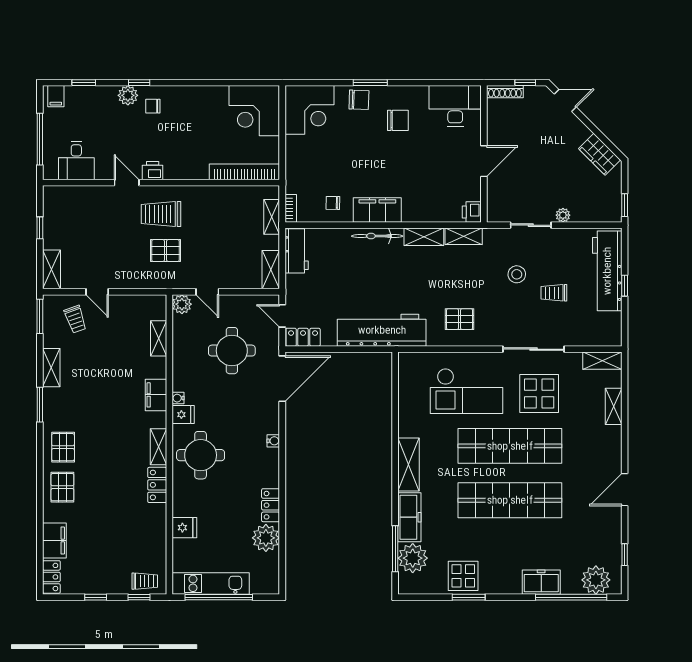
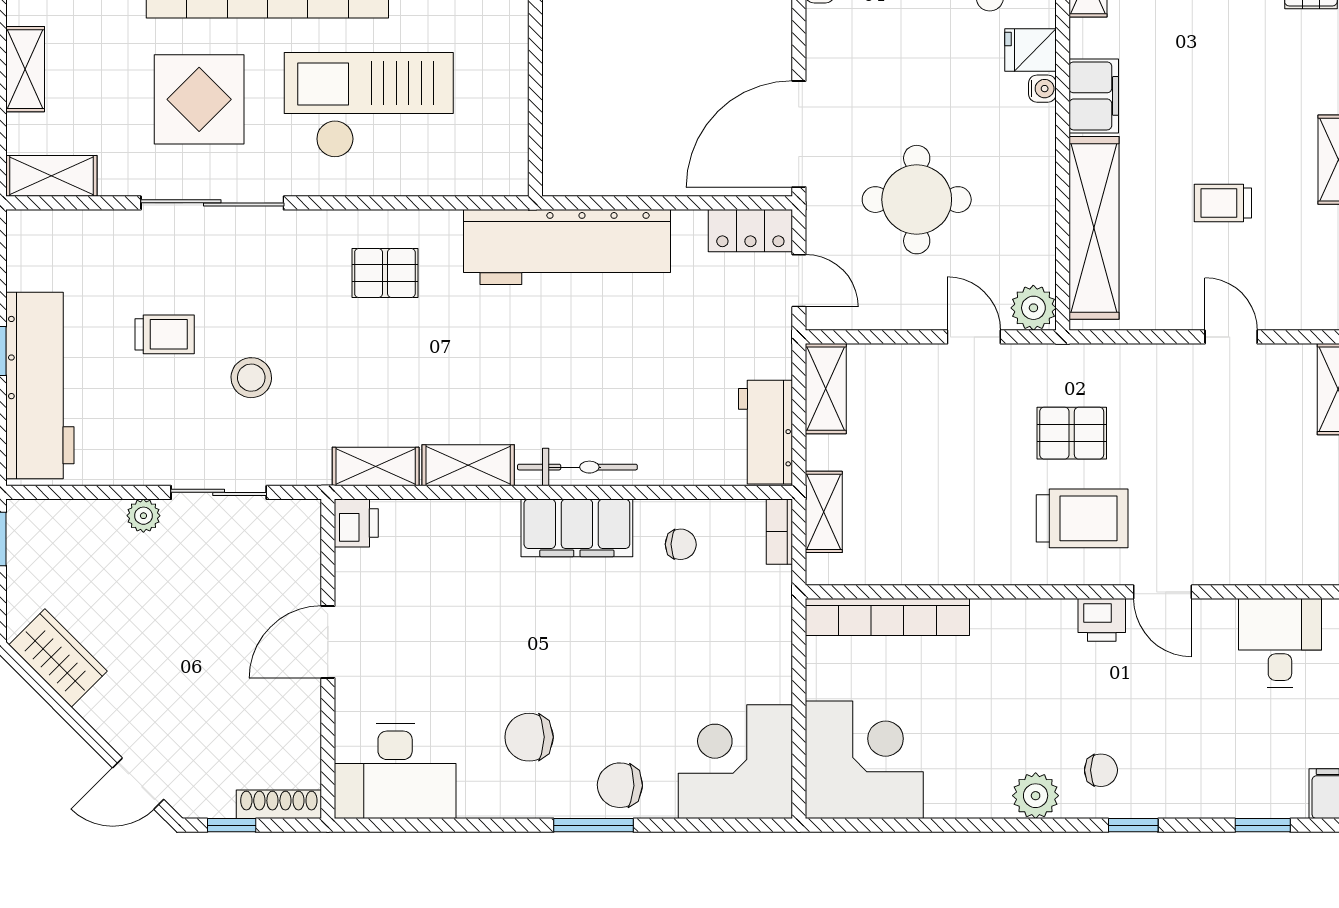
plant: (128, 95) -> (1036, 796), moved
trolley: (75, 319) -> (1223, 203), moved, turned -71
shelving: (159, 338) -> (1094, 228), width x2.20, depth x1.33

